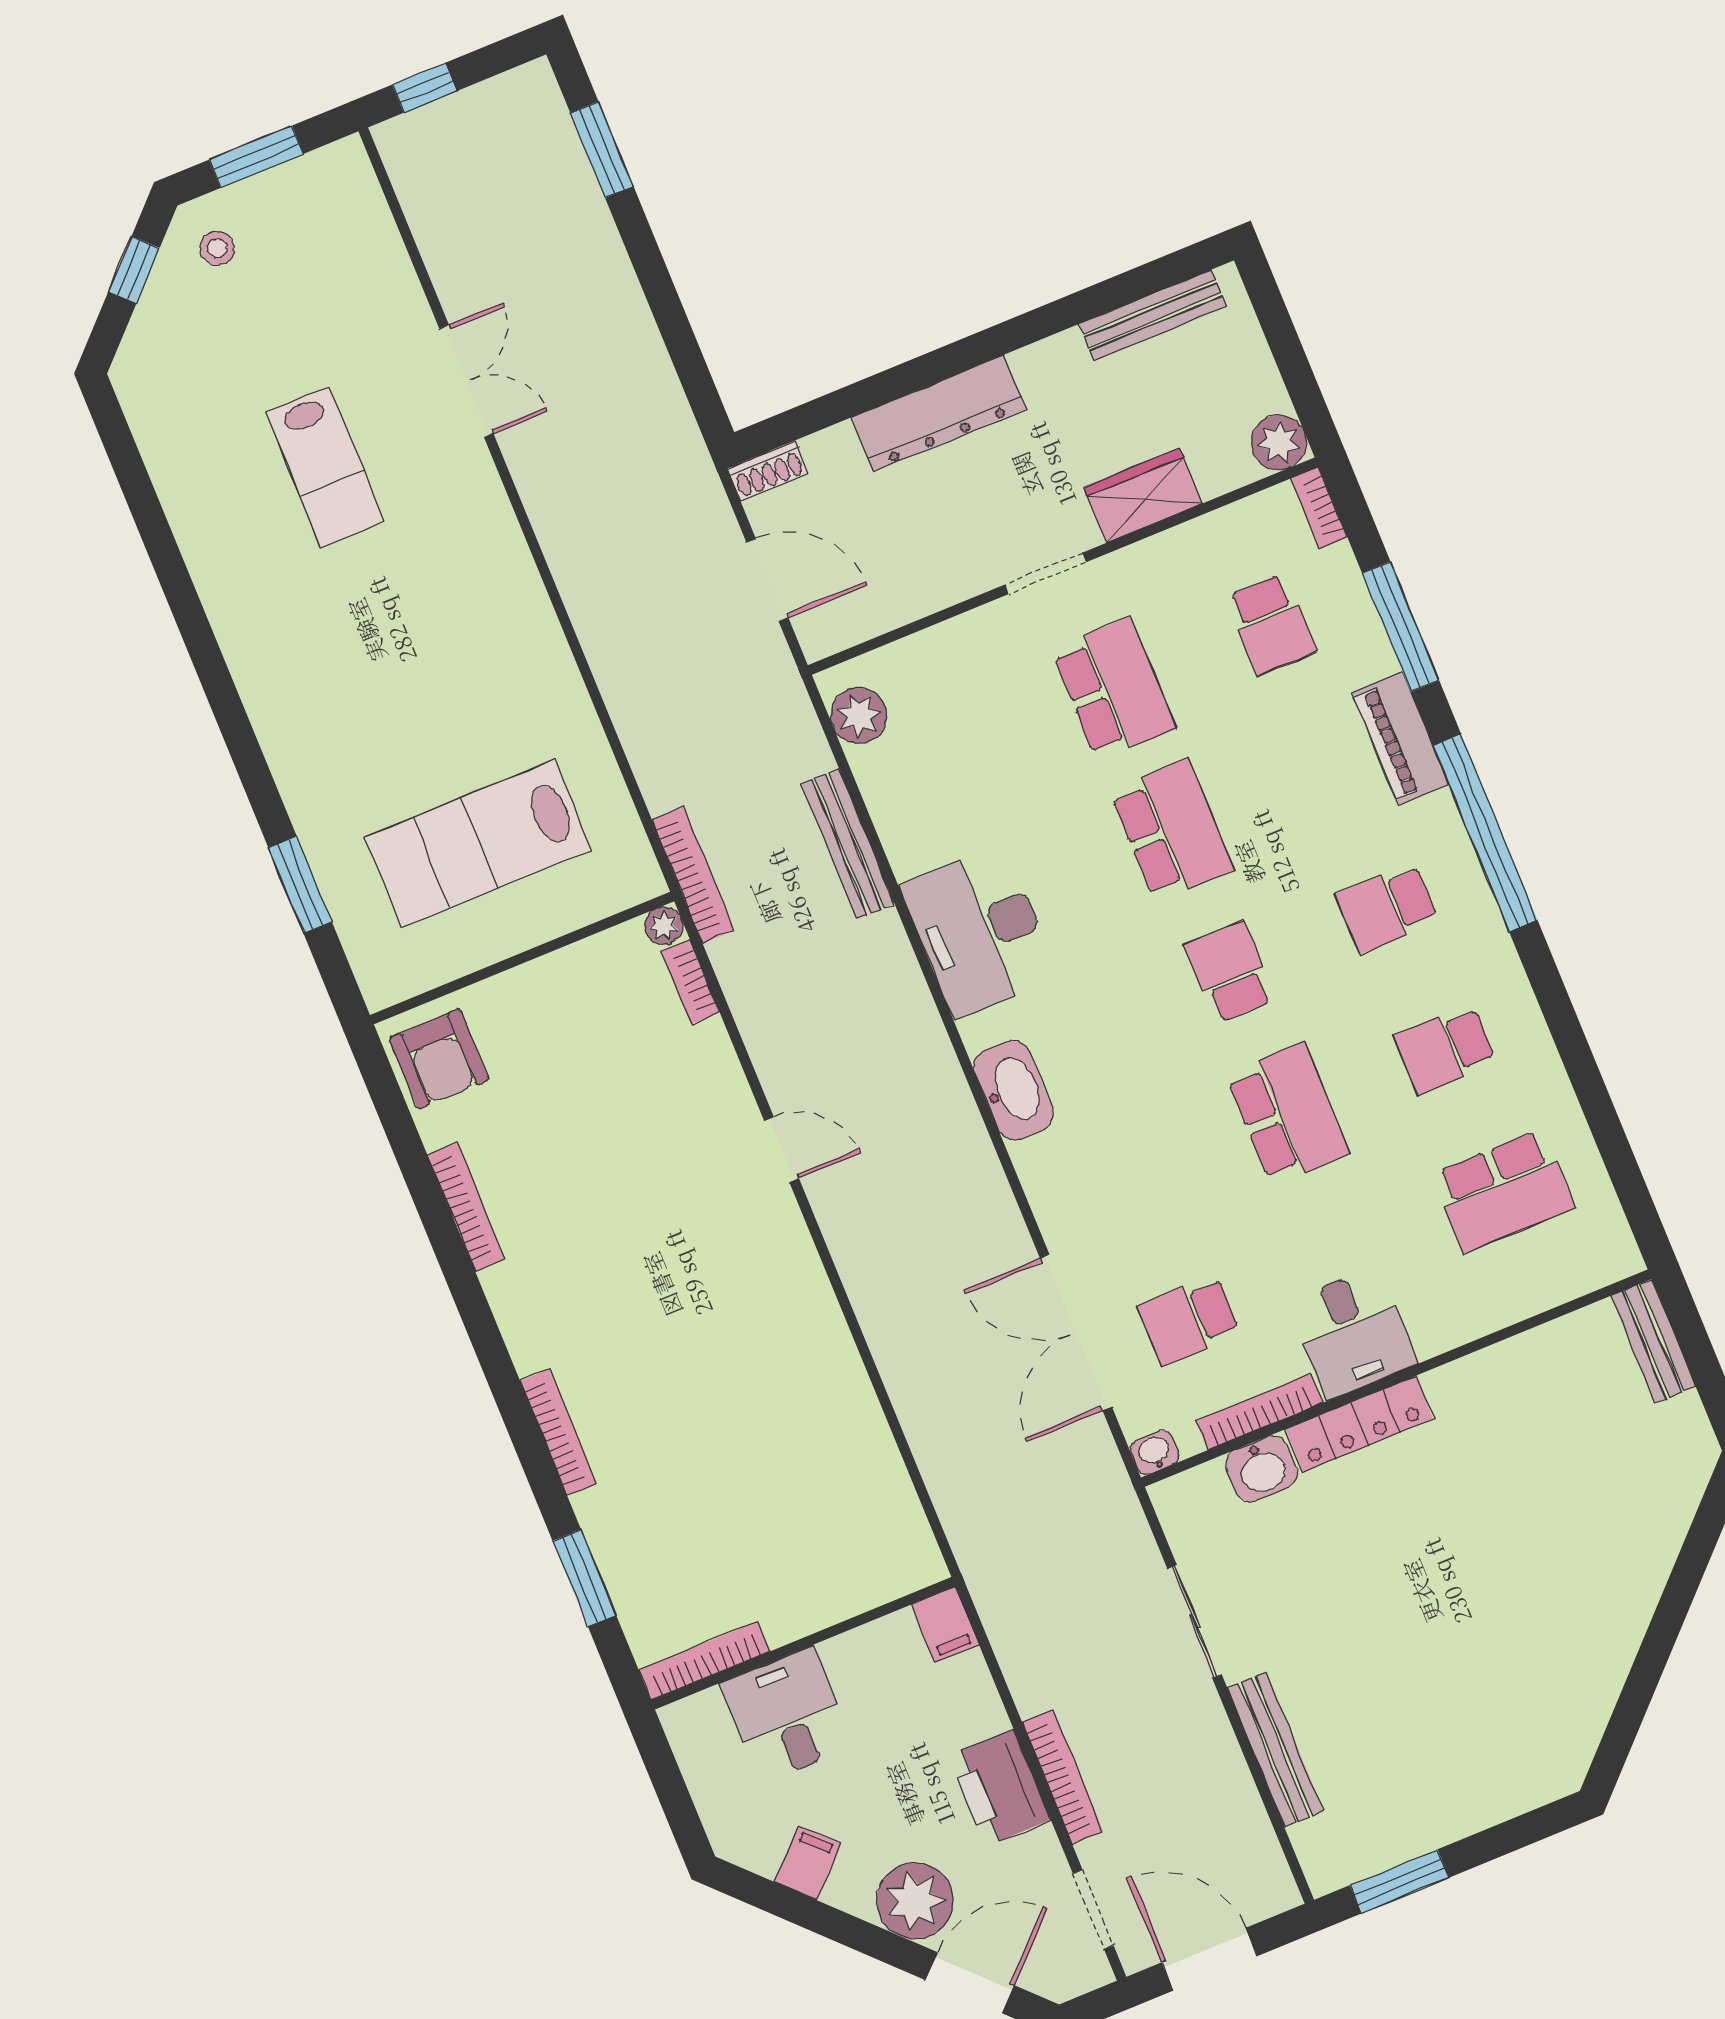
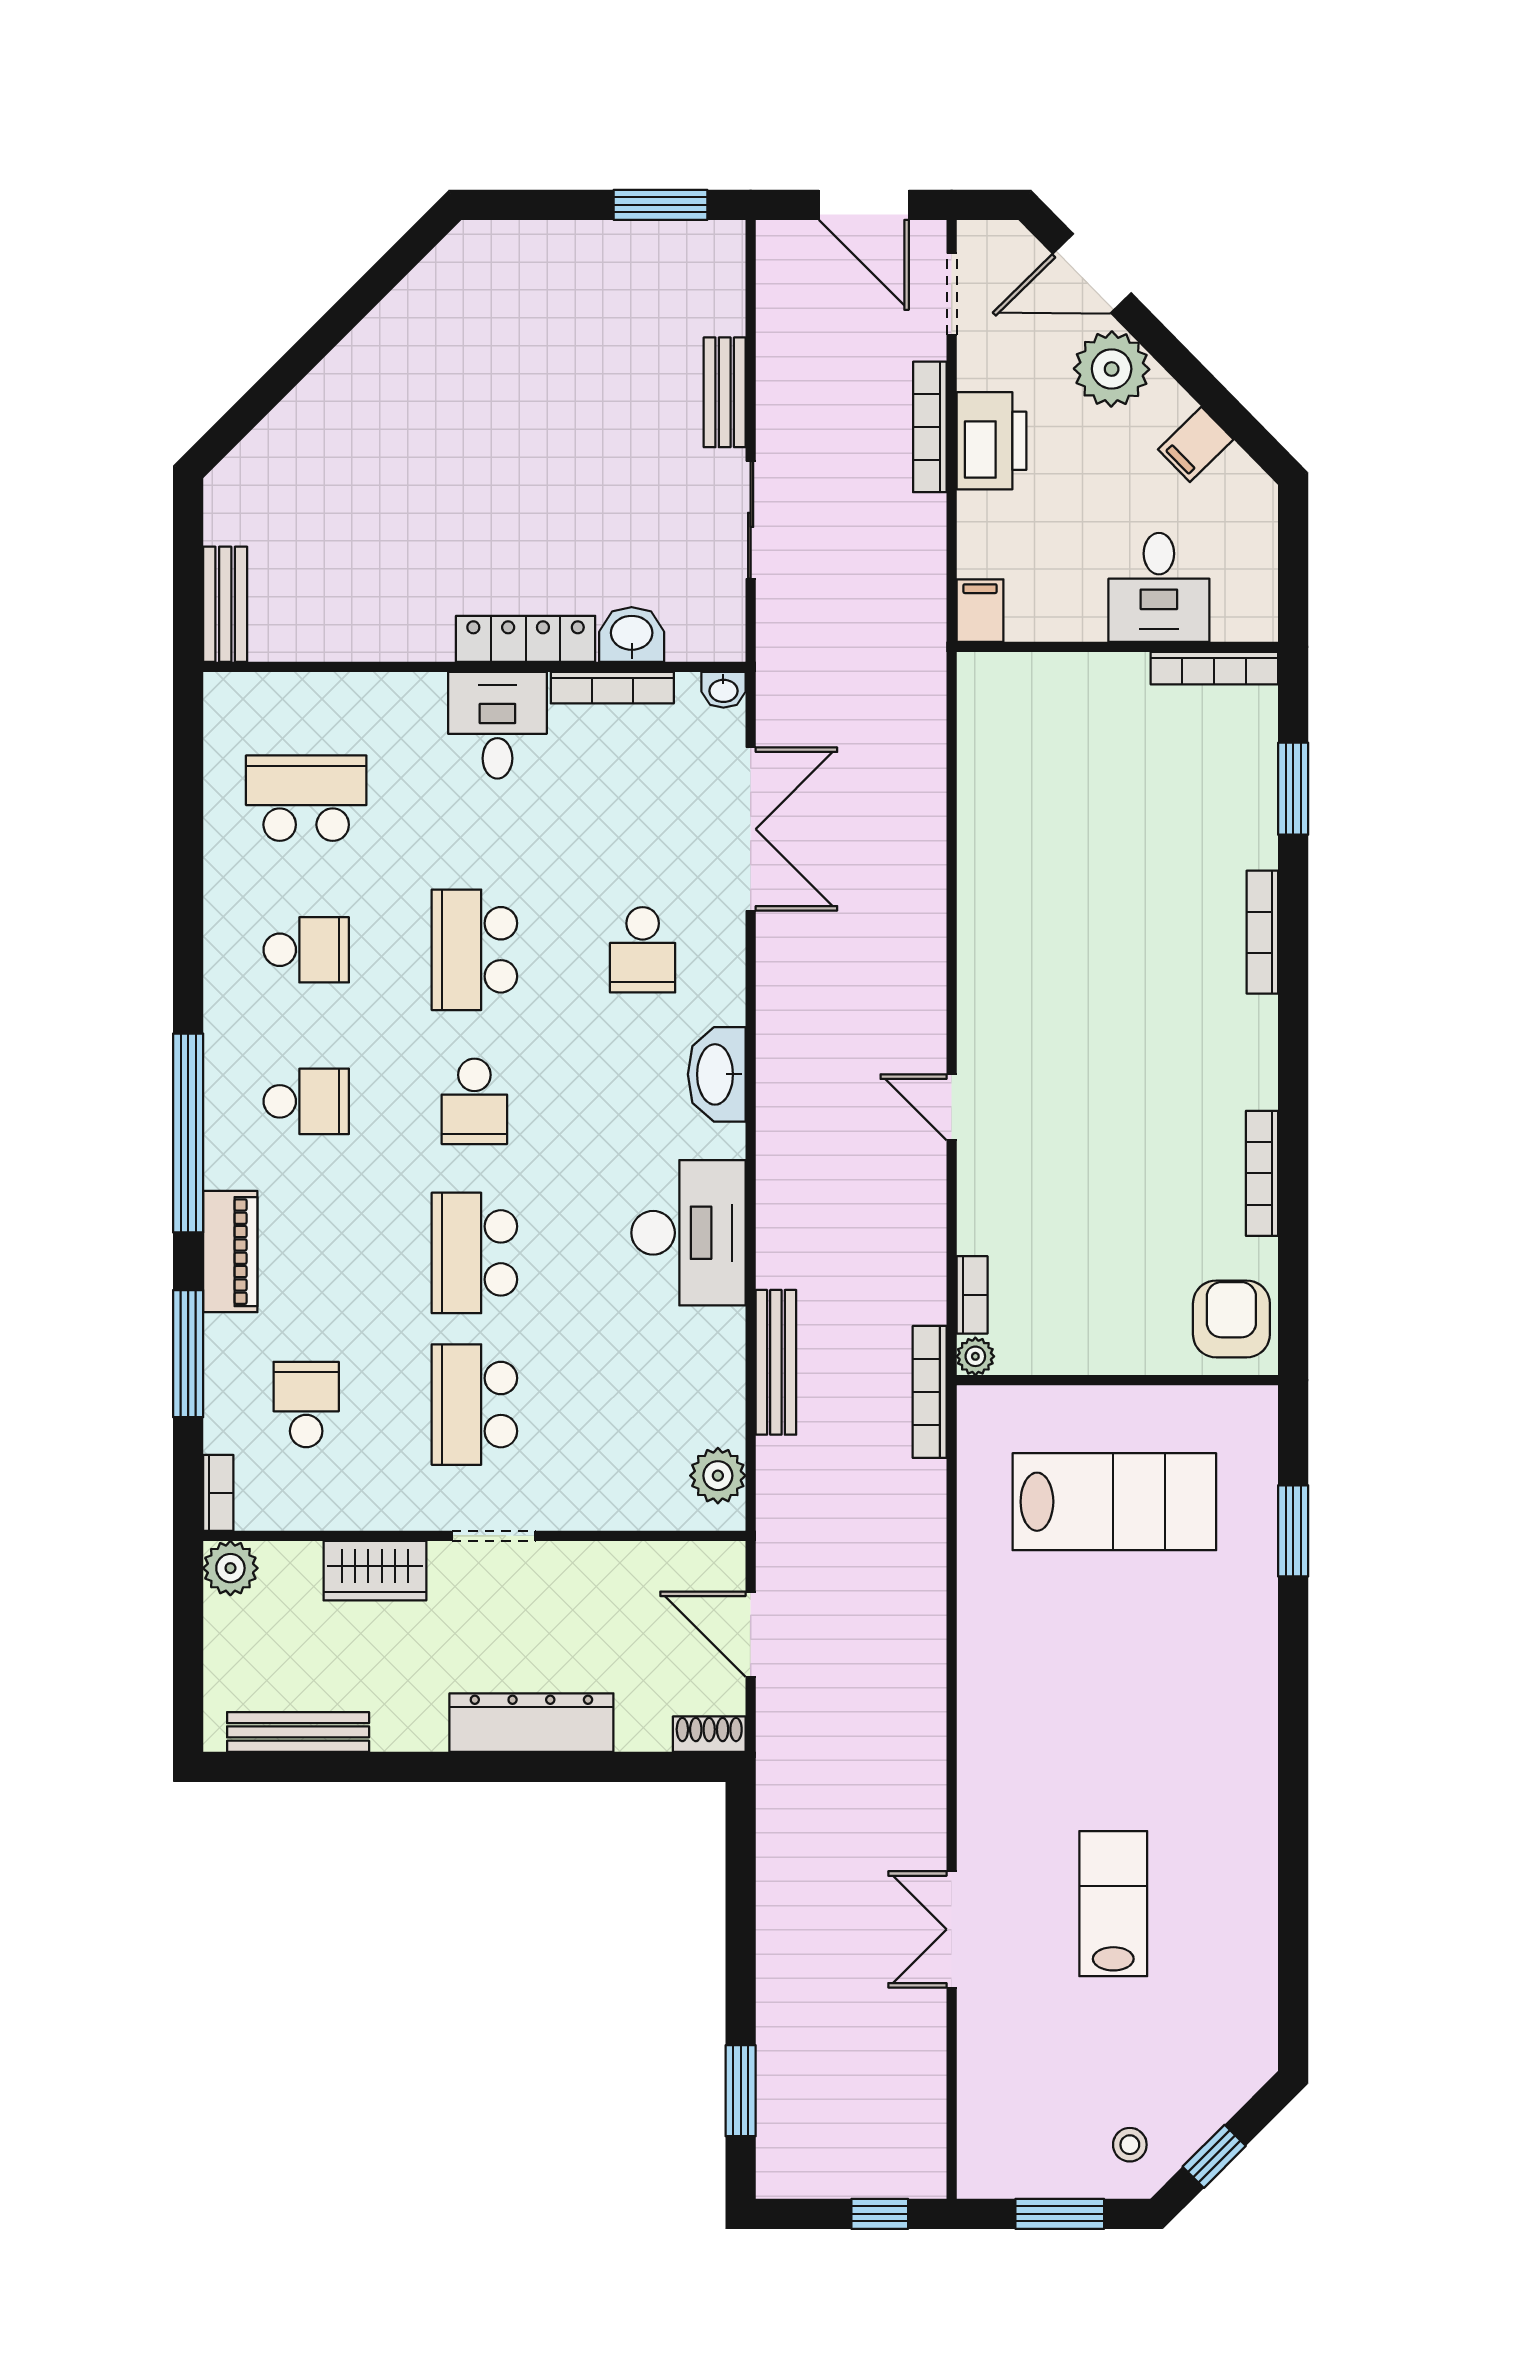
school desk: (1189, 1320) -> (643, 950), moved, turned 90
bench: (1275, 1749) -> (725, 392), width x0.73

